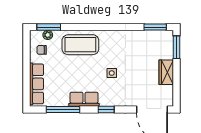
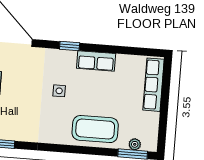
chair: (42, 50) -> (144, 126), removed
window: (63, 110) -> (123, 50), removed

